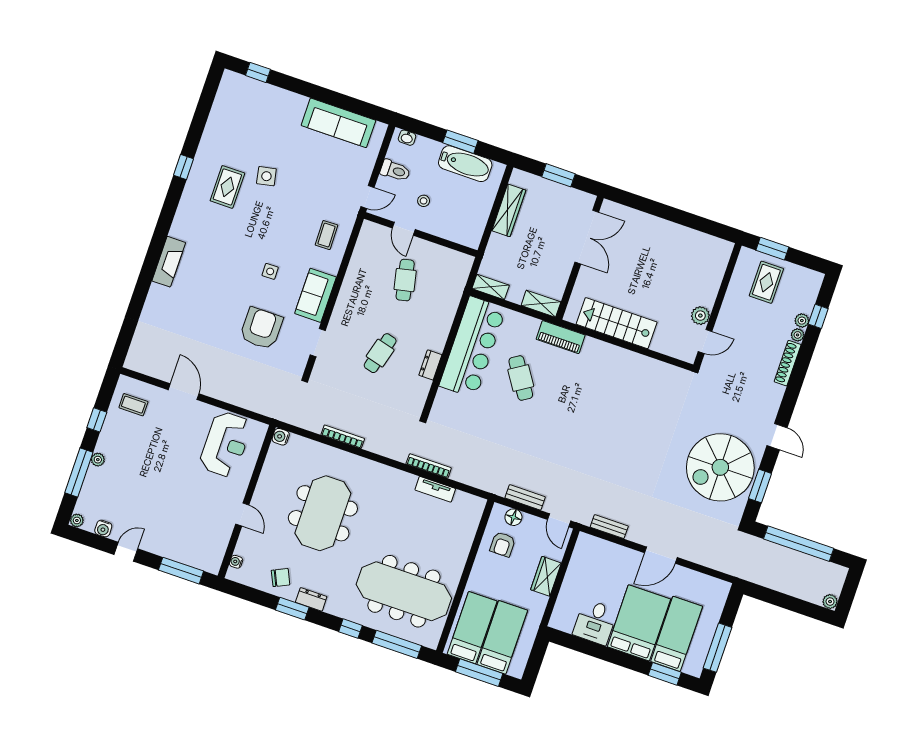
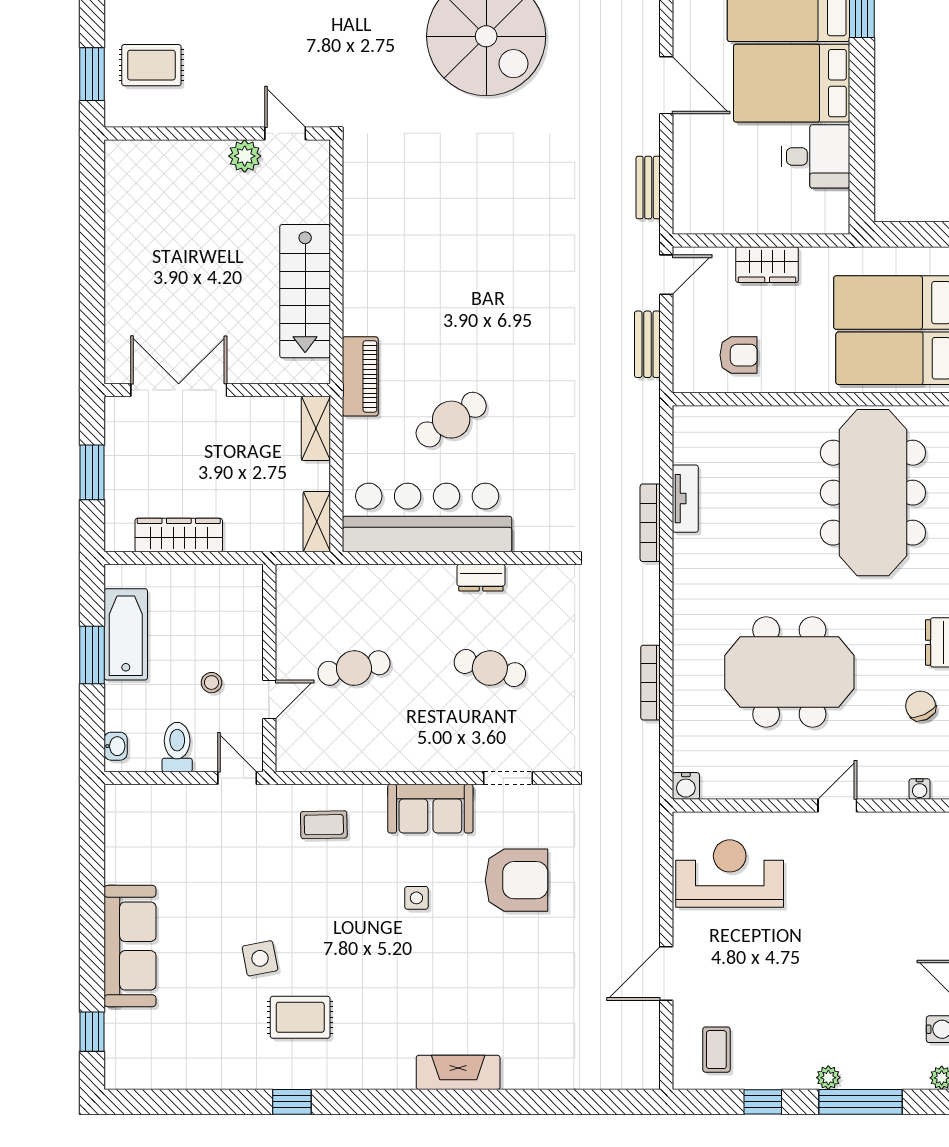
sofa: (338, 123) -> (130, 946), moved
armchair: (261, 328) -> (516, 880), turned 180
floor lamp: (513, 517) -> (687, 352), removed

